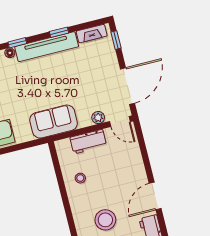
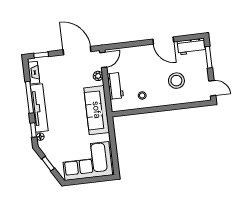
window: (59, 32) -> (30, 97), width x2.17
sofa: (54, 122) -> (97, 110), width x1.36

